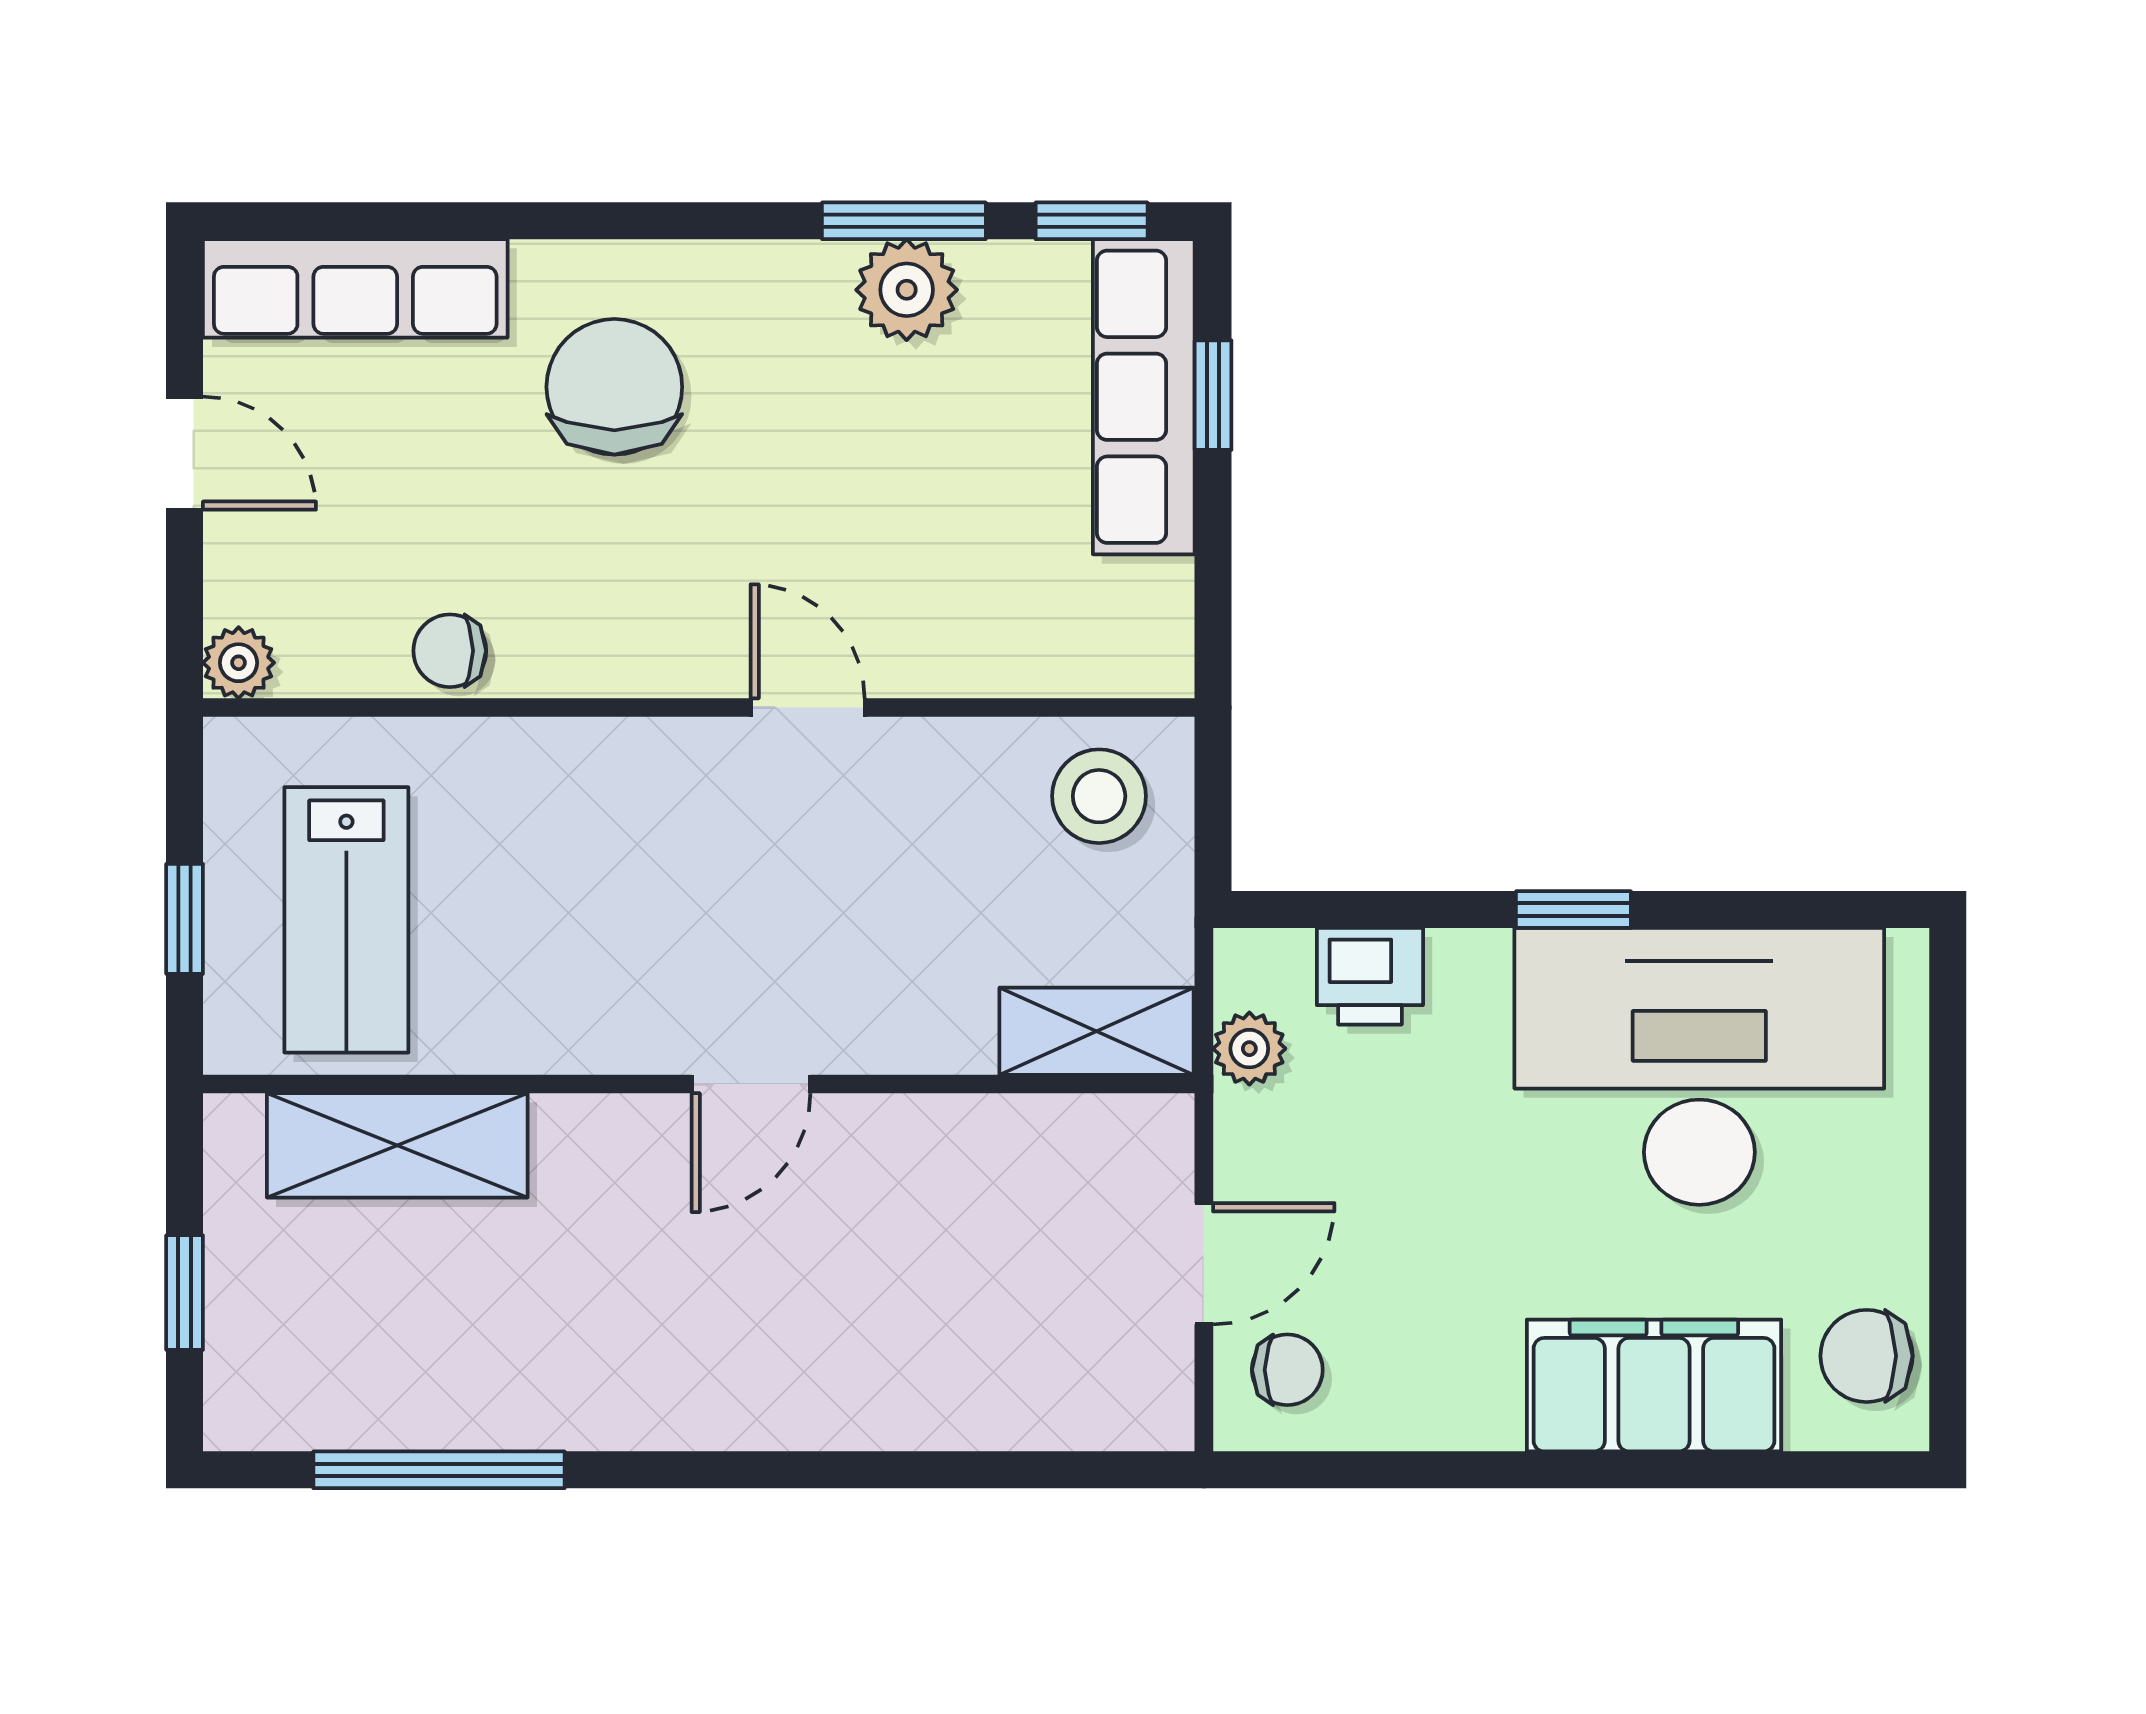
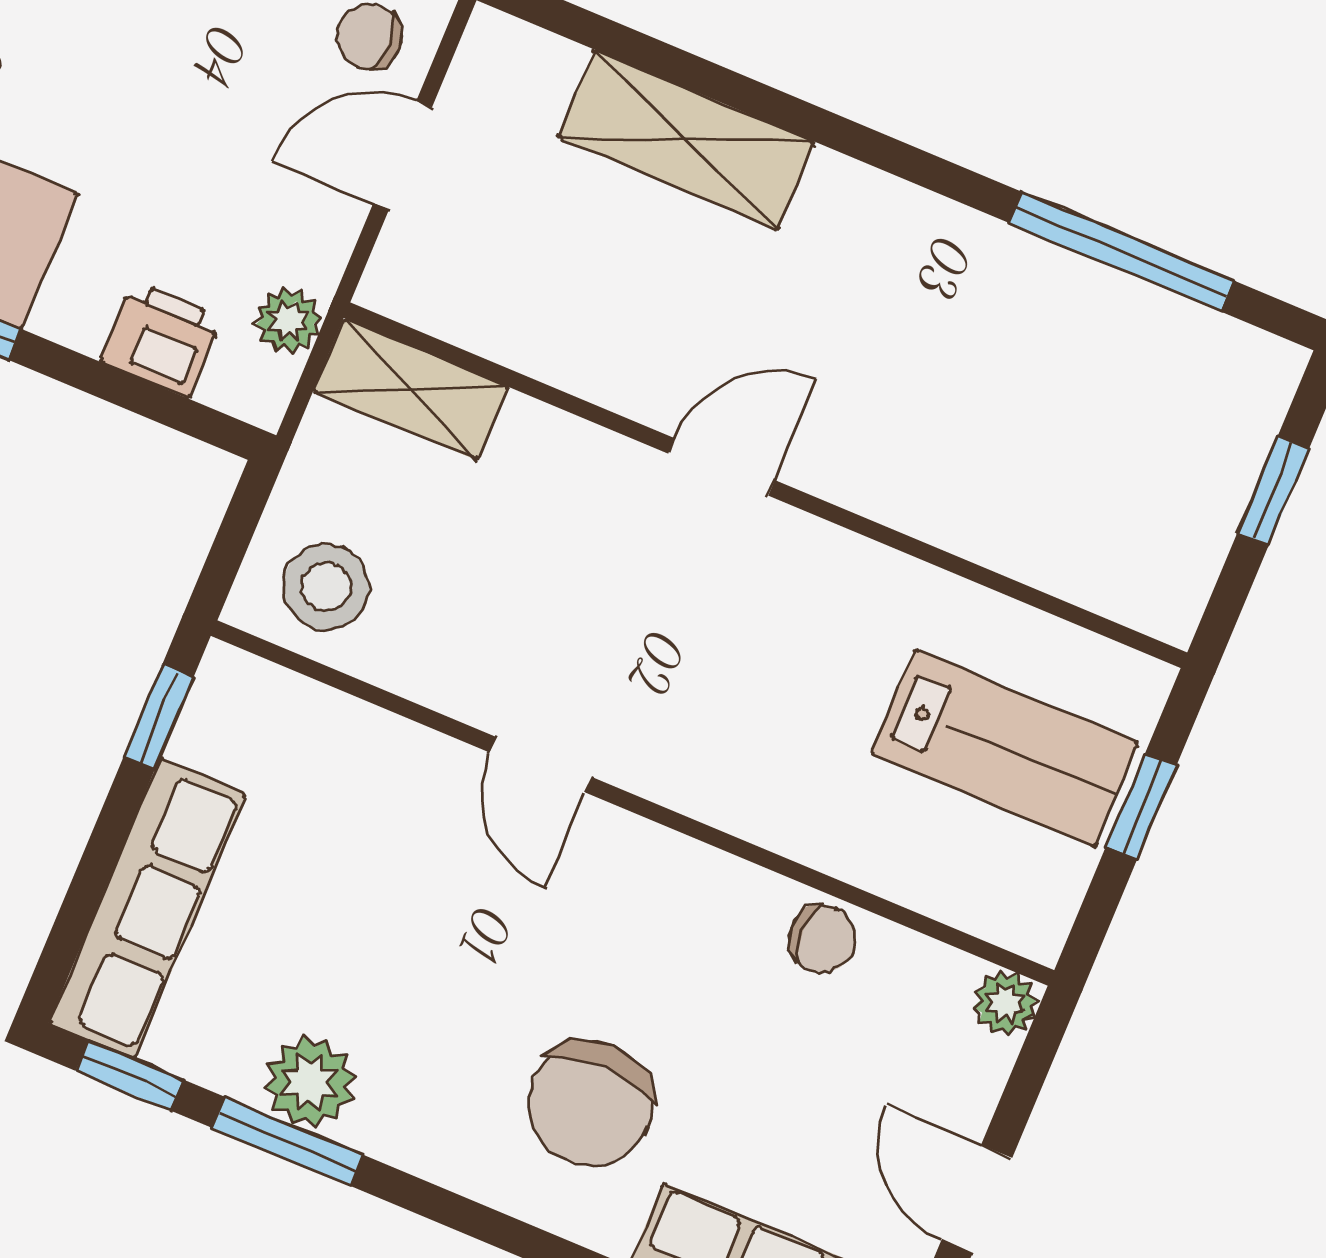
window: (1213, 395) -> (159, 717), moved
lab bench: (346, 920) -> (1005, 748), turned 90
shelving: (397, 1145) -> (686, 140), moved

